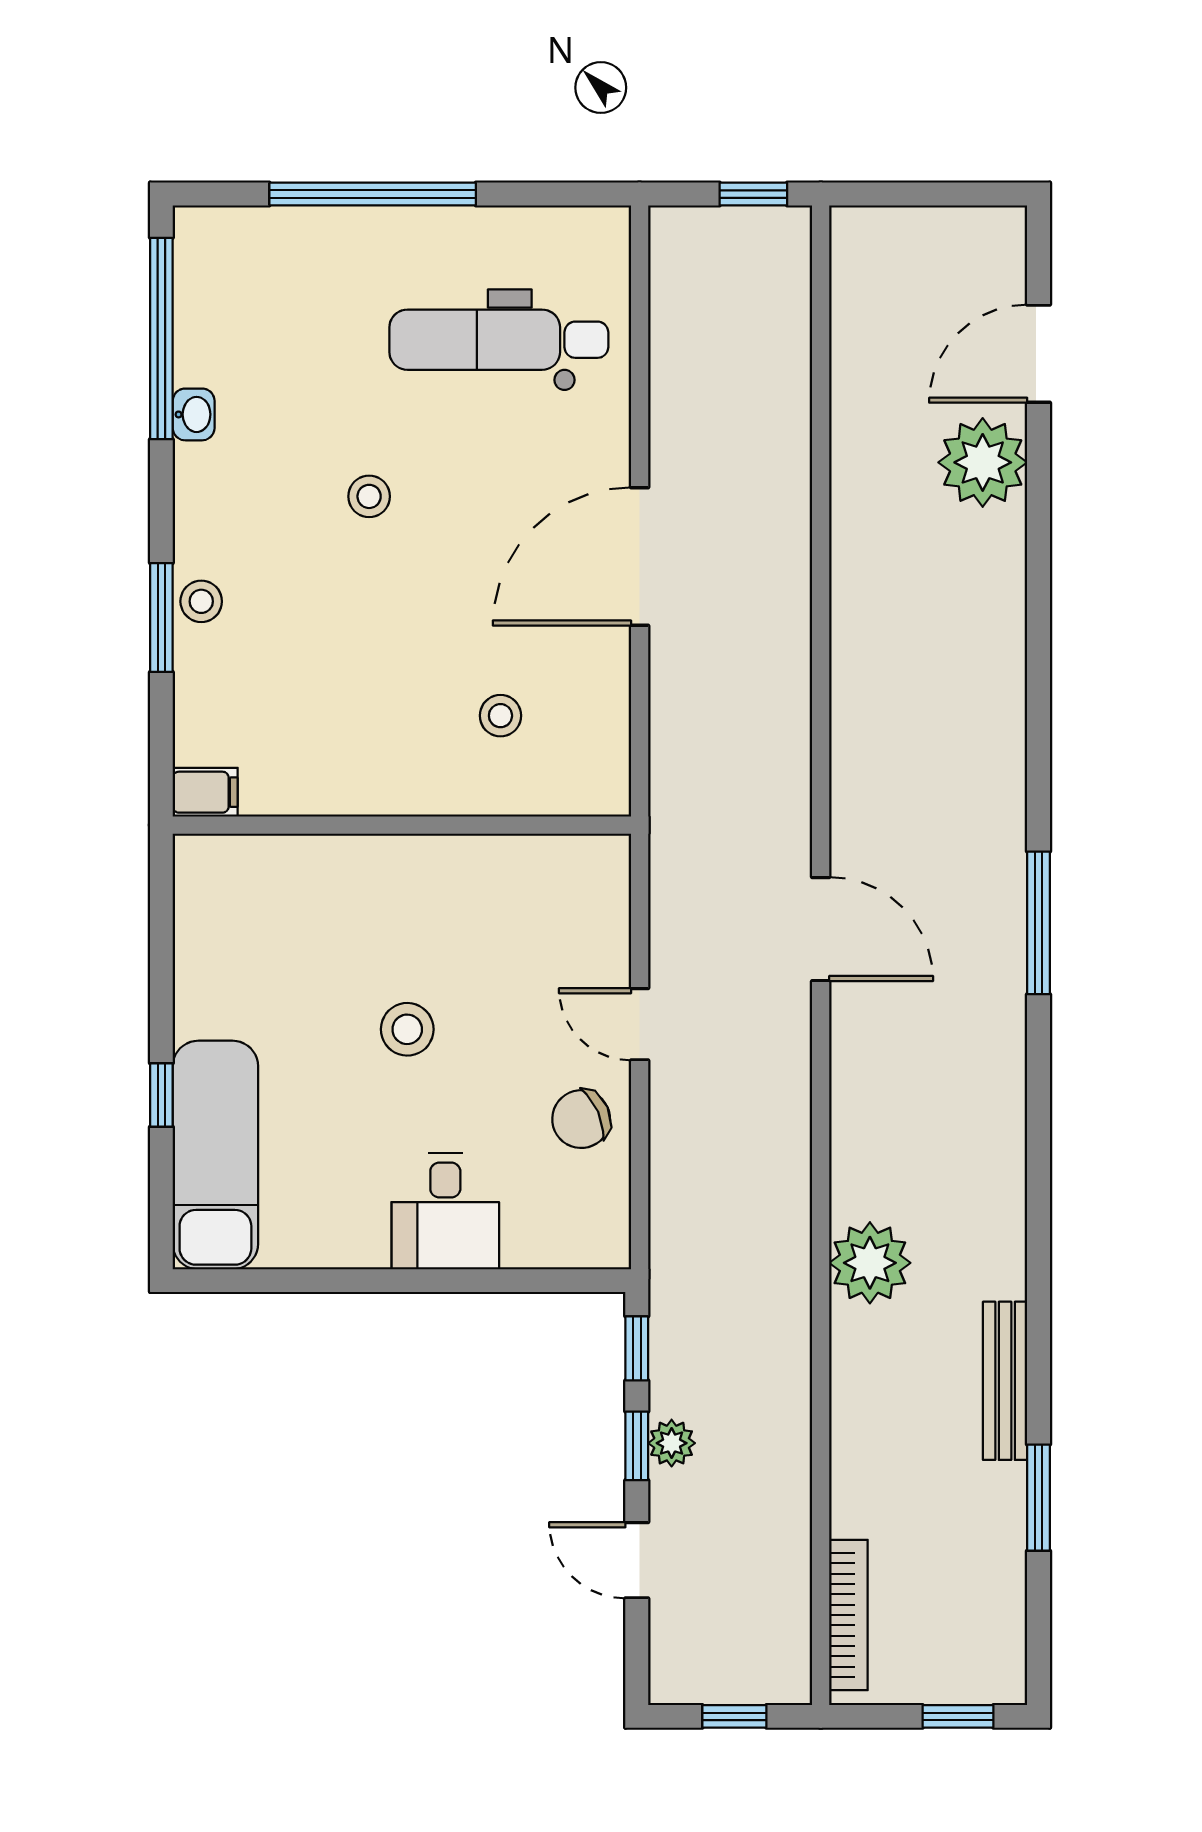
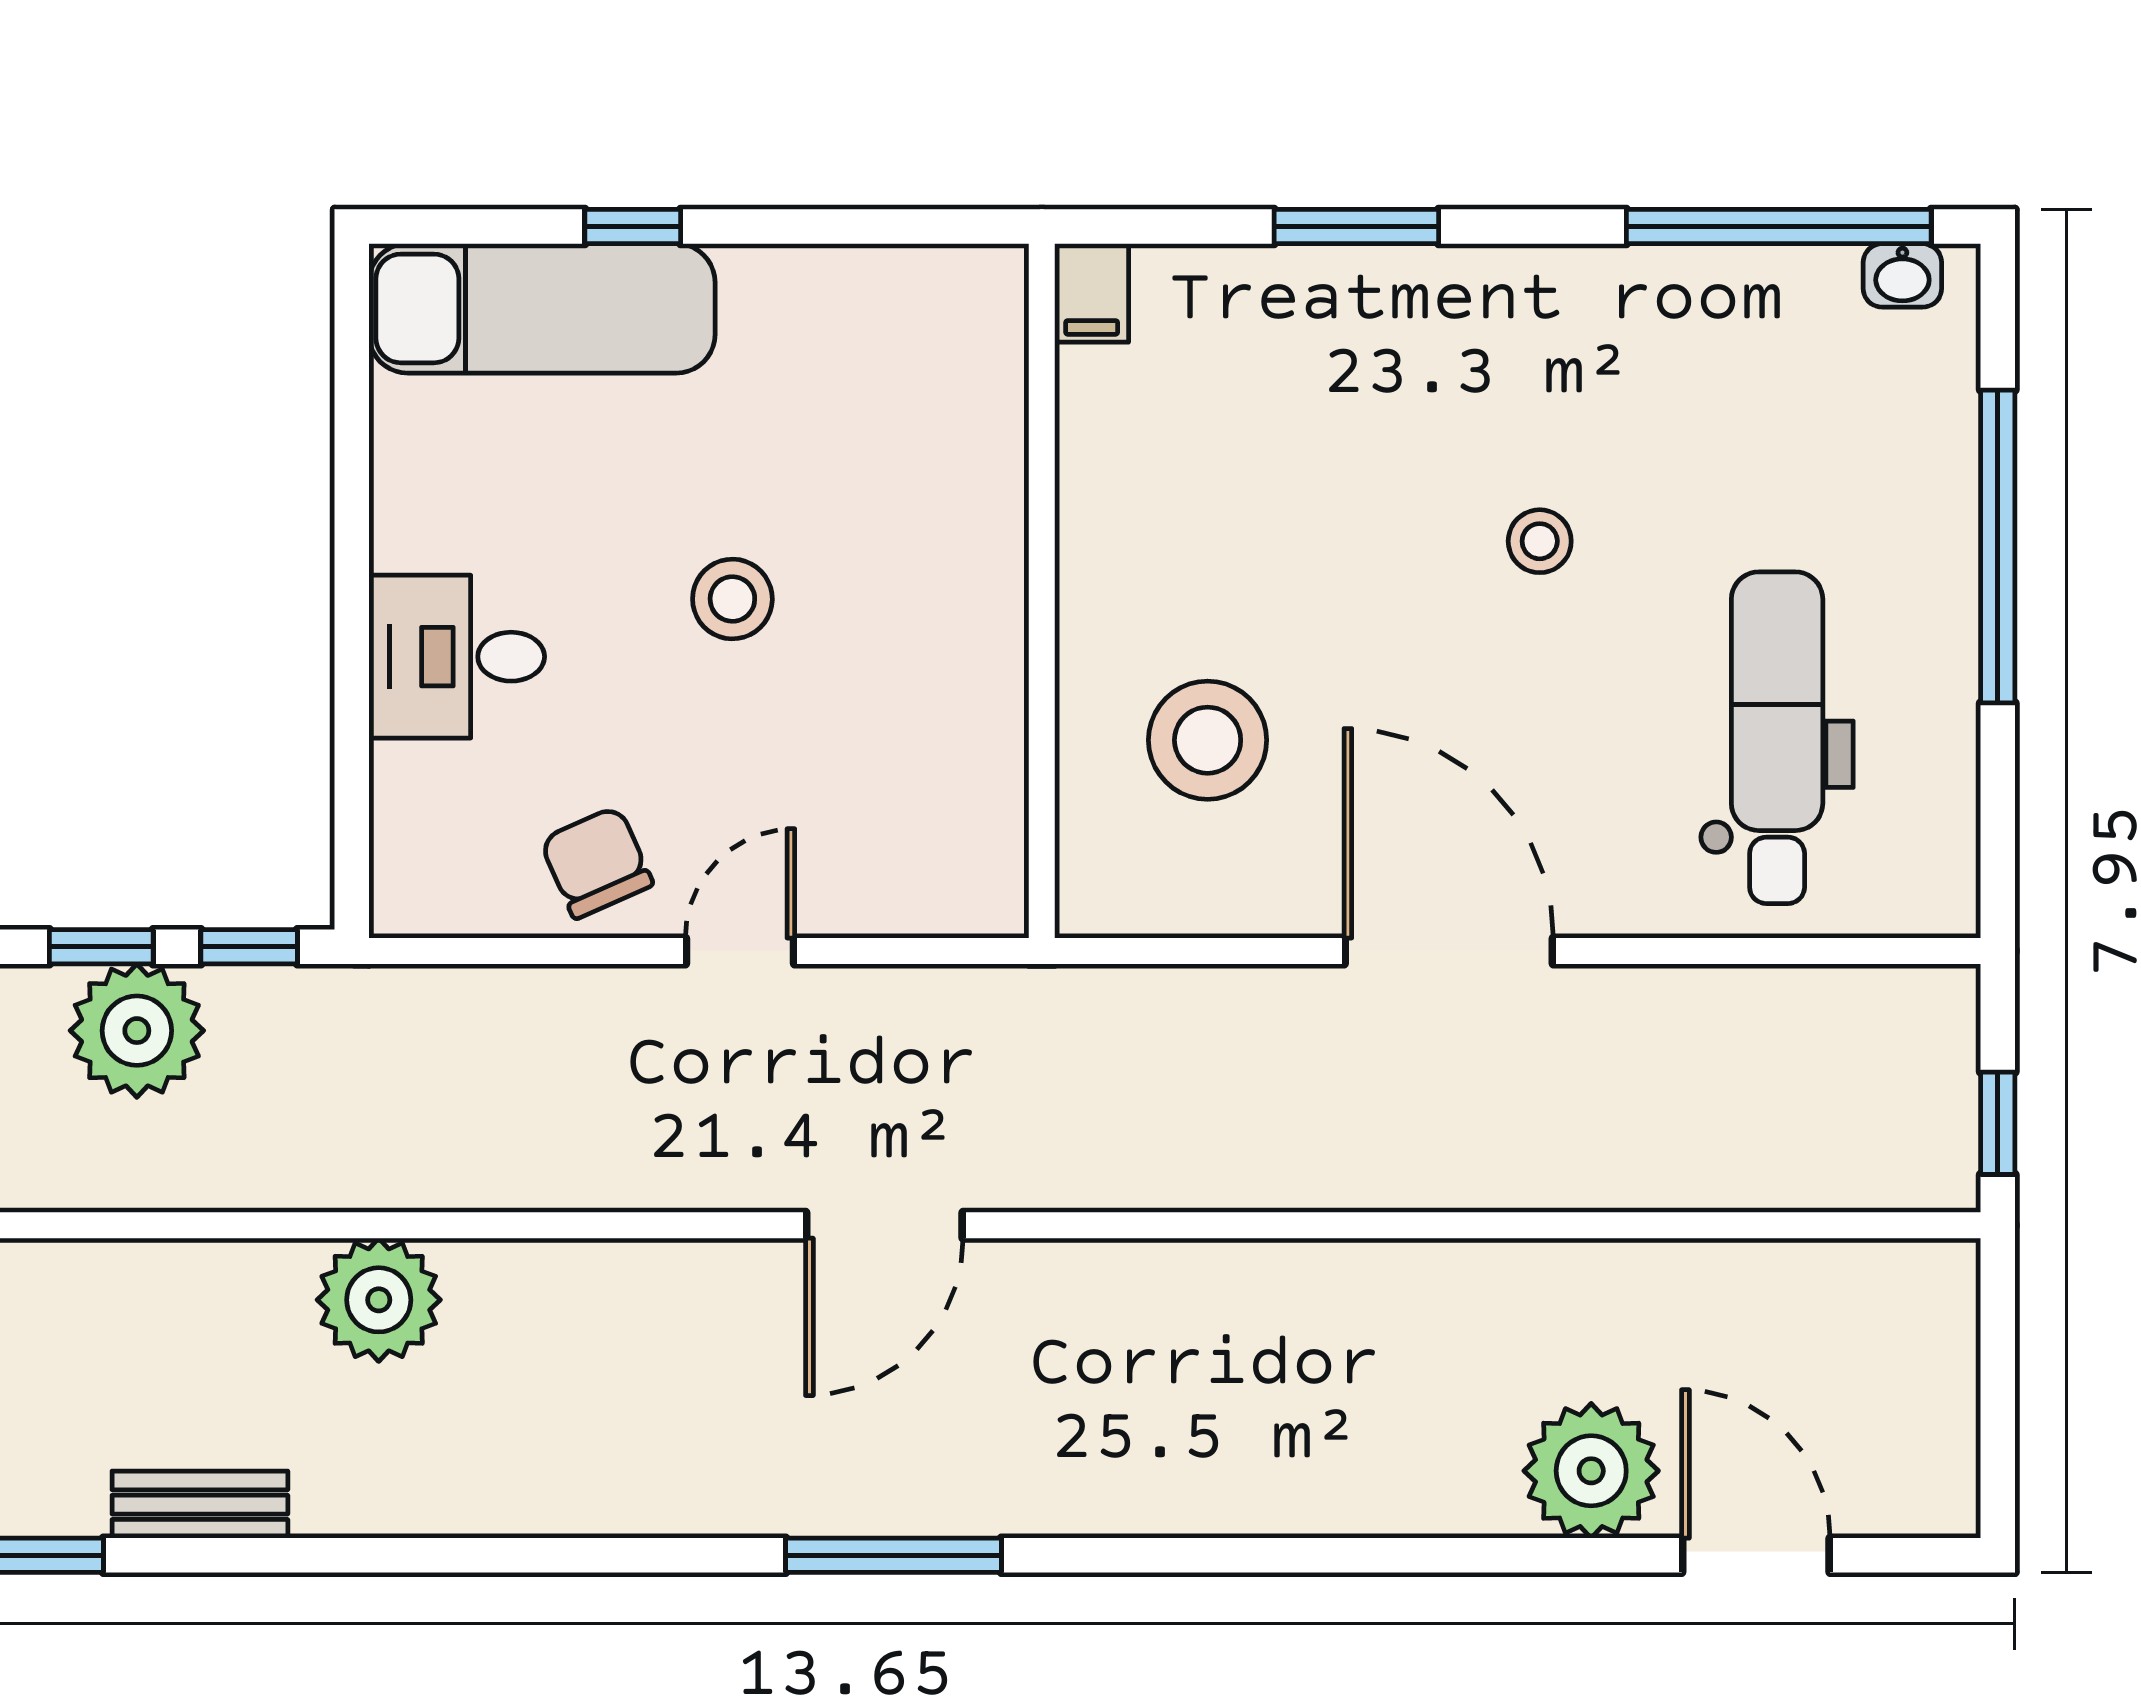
washbasin: (194, 414) -> (1902, 275), moved
stool: (201, 601) -> (1381, 287), removed
stool: (500, 716) -> (1208, 740), width x1.89, depth x1.89
bench: (1005, 1381) -> (200, 1505), width x0.73
plant: (672, 1443) -> (137, 1031), width x1.88, depth x1.88

